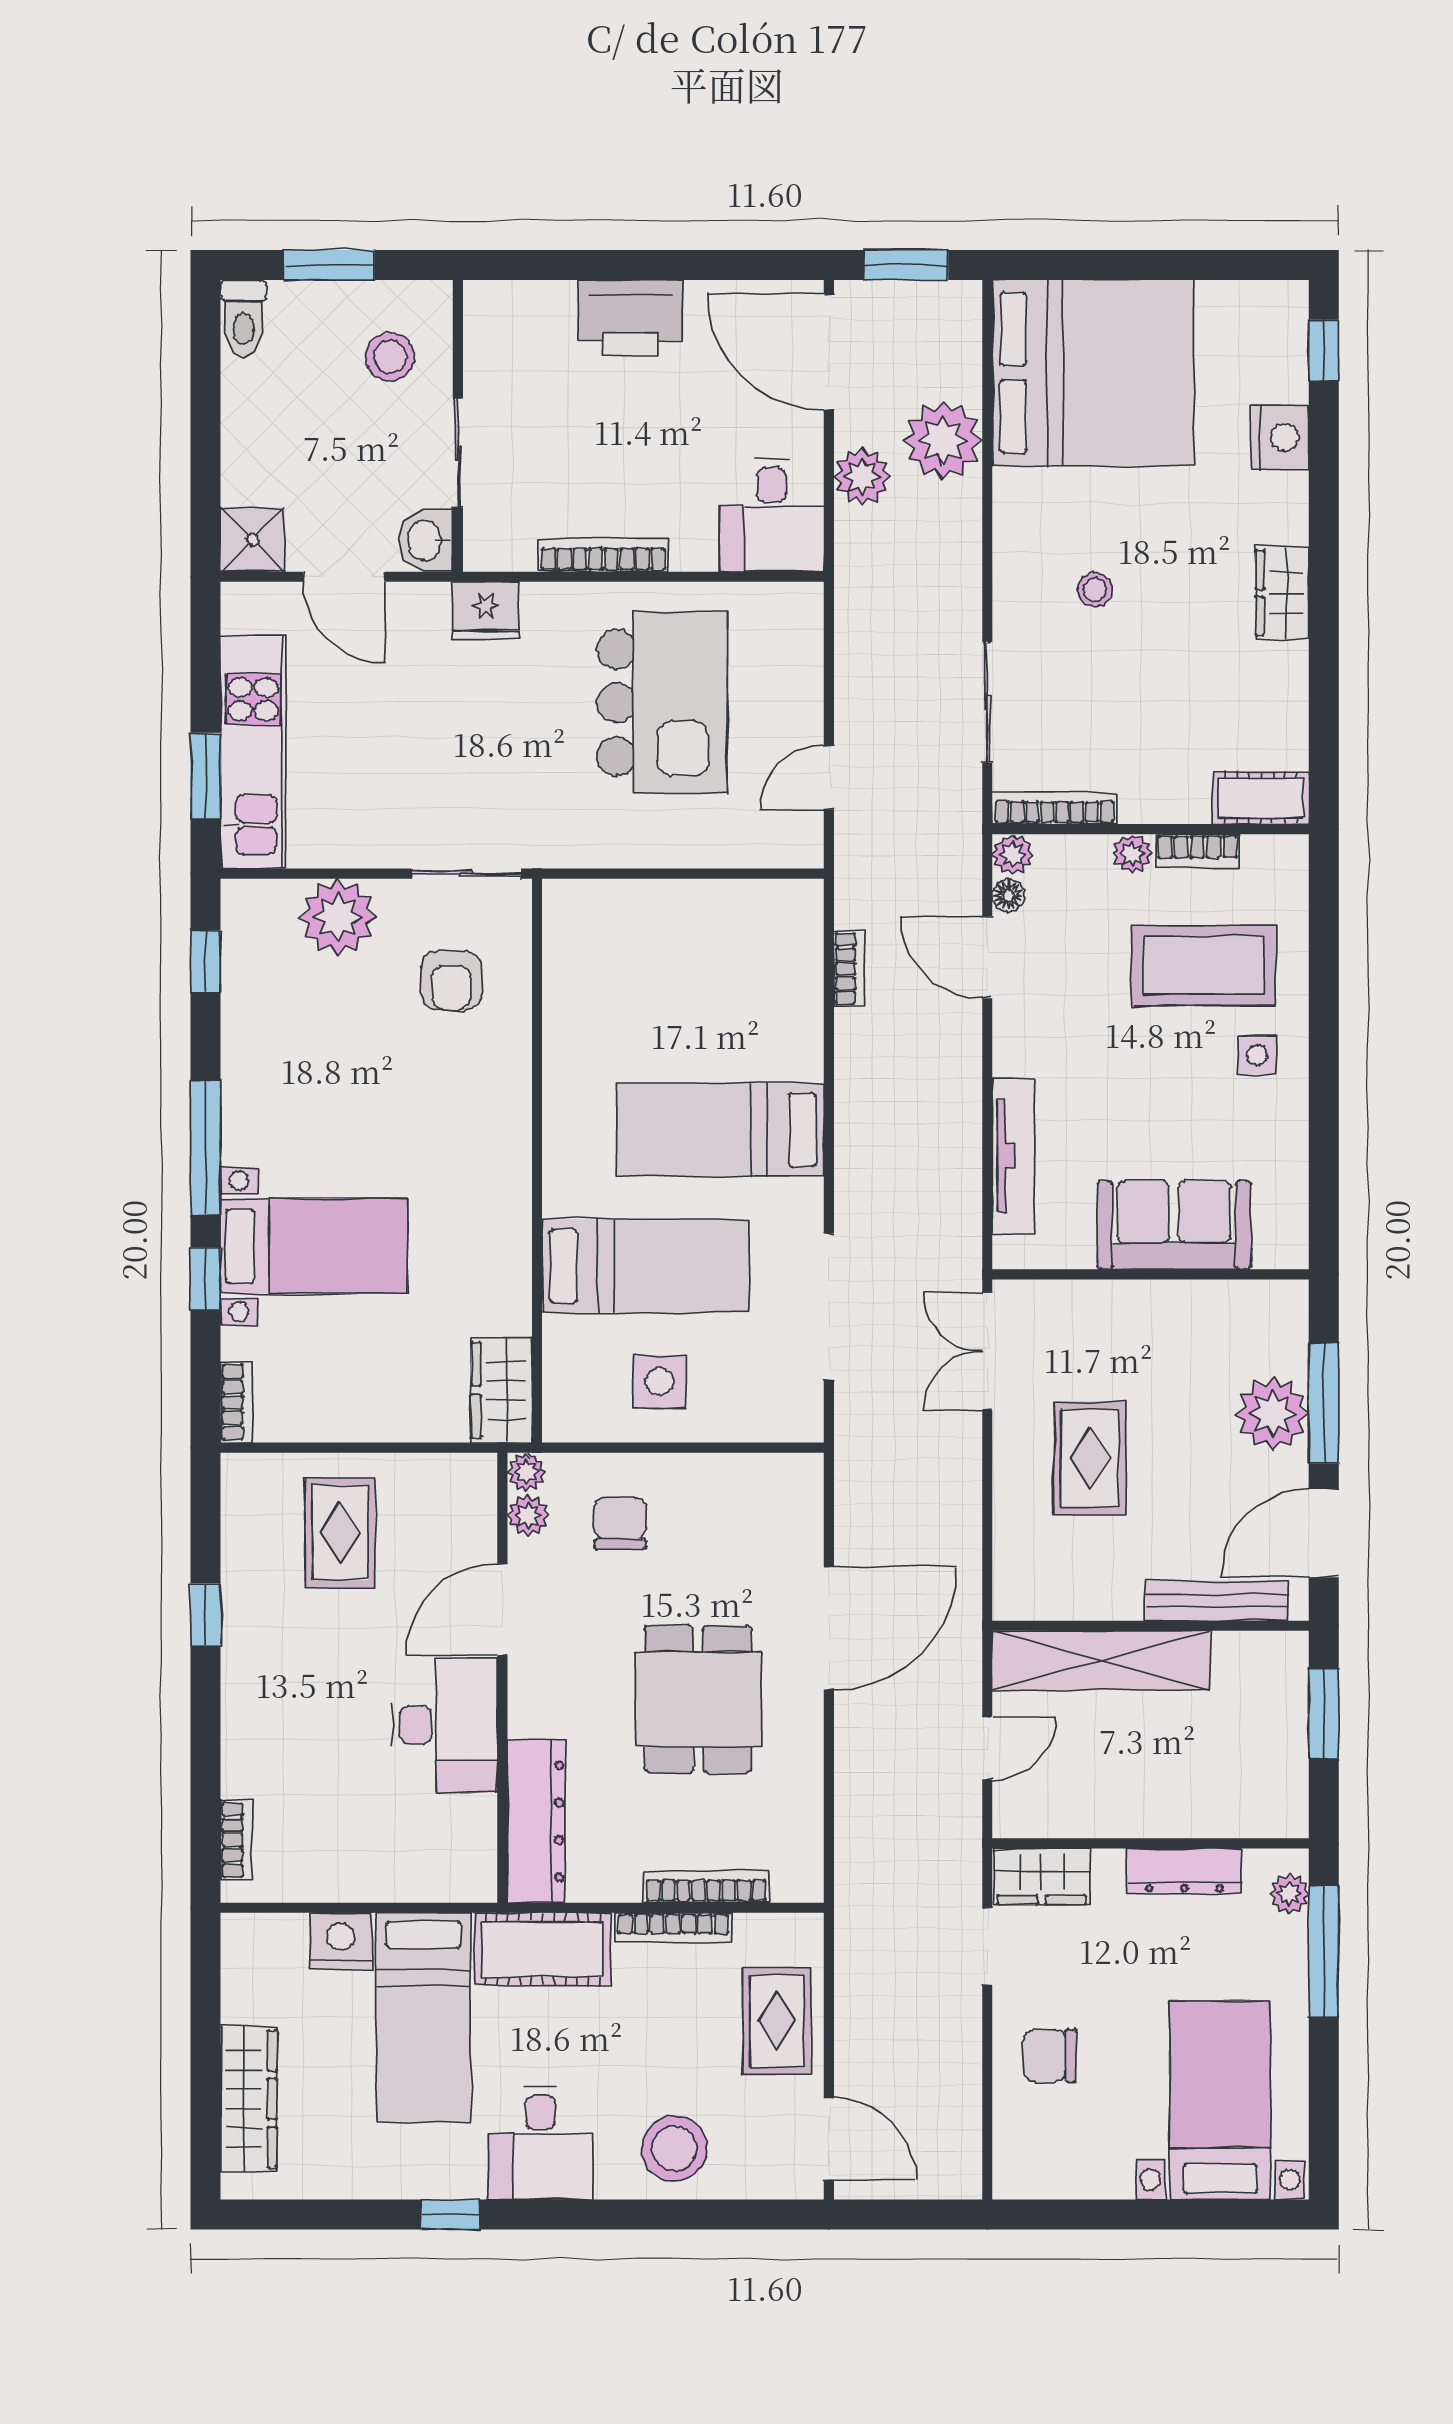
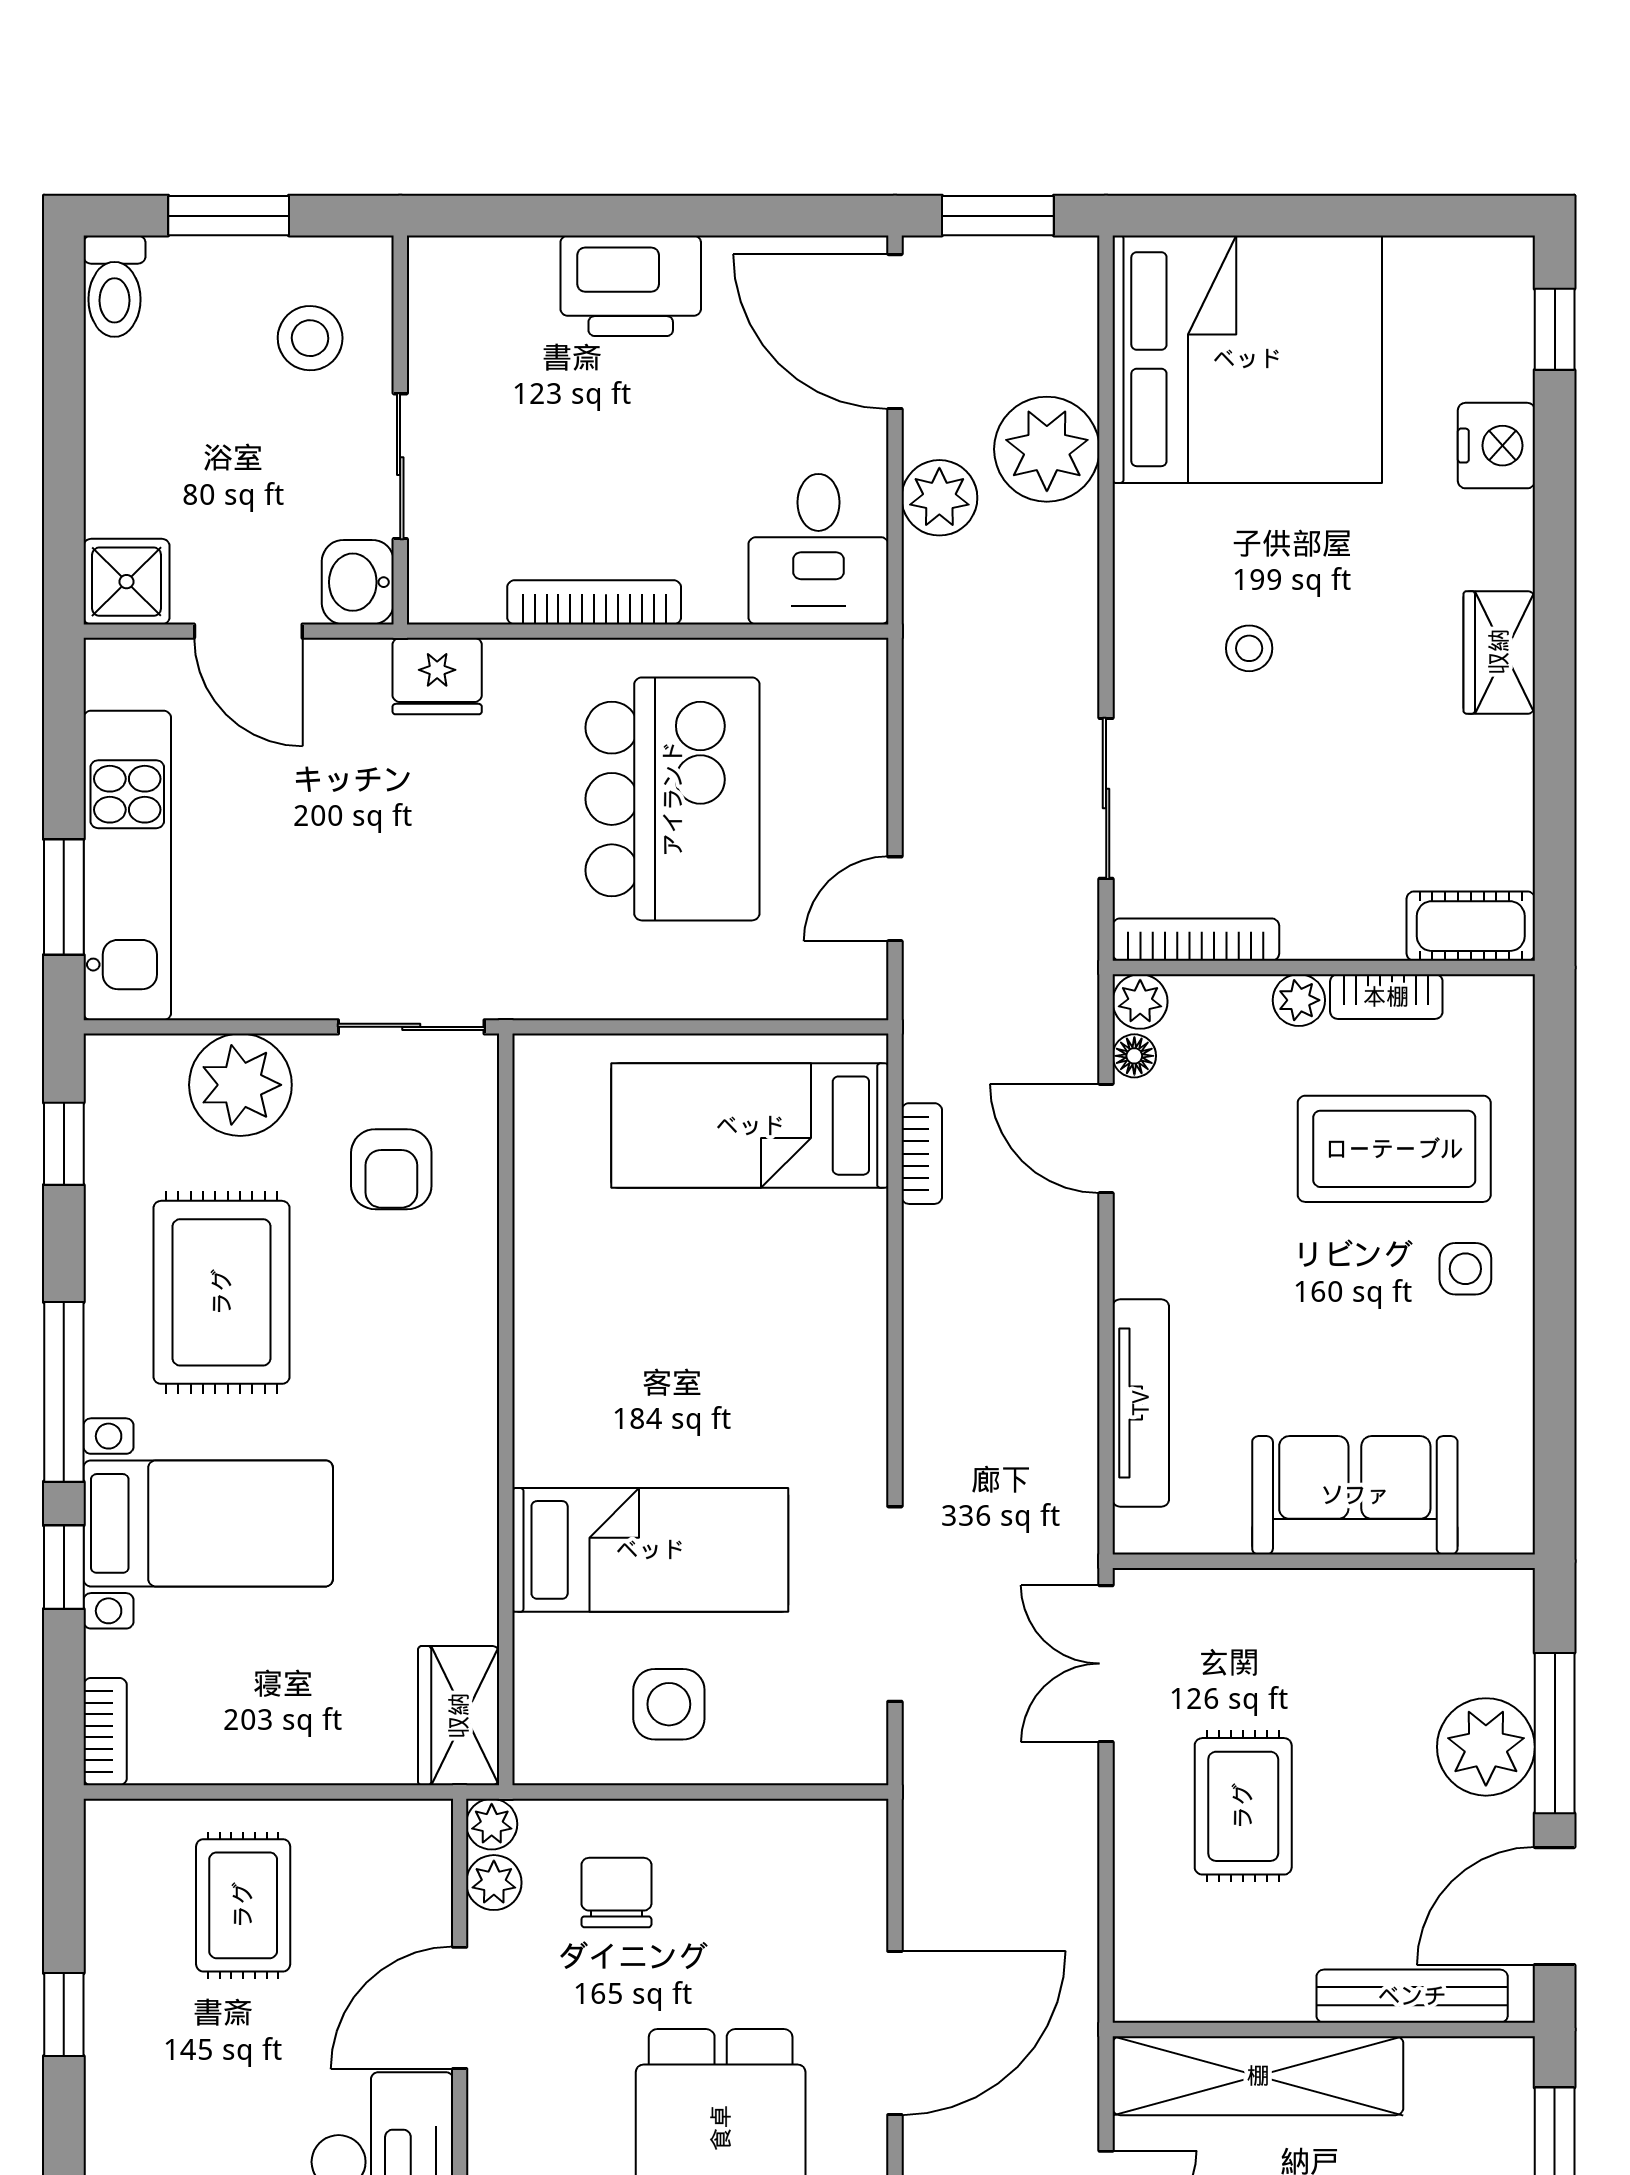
rug: (324, 1073) -> (222, 1292), added
bed: (720, 1130) -> (750, 1126), moved

